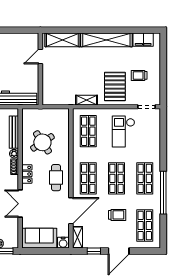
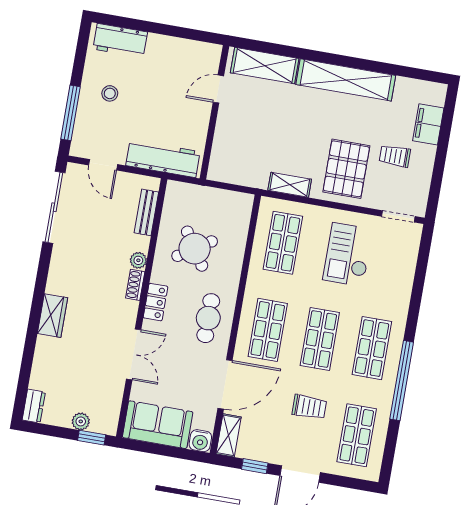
filing cabinet: (143, 40) -> (428, 124), moved, turned 90
bench: (14, 132) -> (146, 212), width x0.73
double door: (20, 204) -> (134, 354), swing flipped

